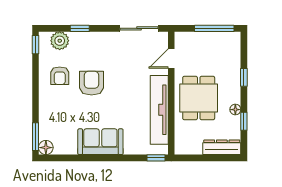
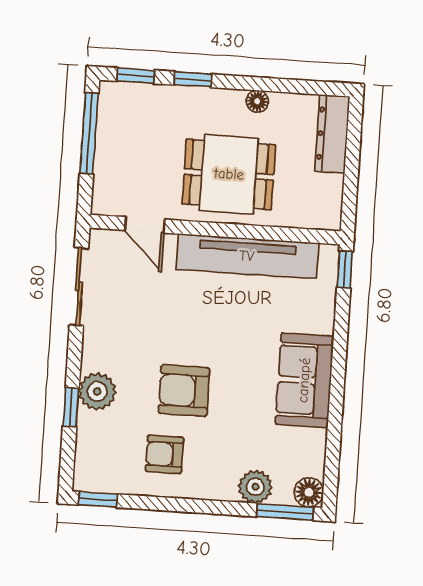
plant: (60, 41) -> (97, 391), moved
armchair: (60, 76) -> (165, 454), turned 180
plant: (47, 121) -> (255, 487), added
window: (244, 121) -> (136, 76), moved

